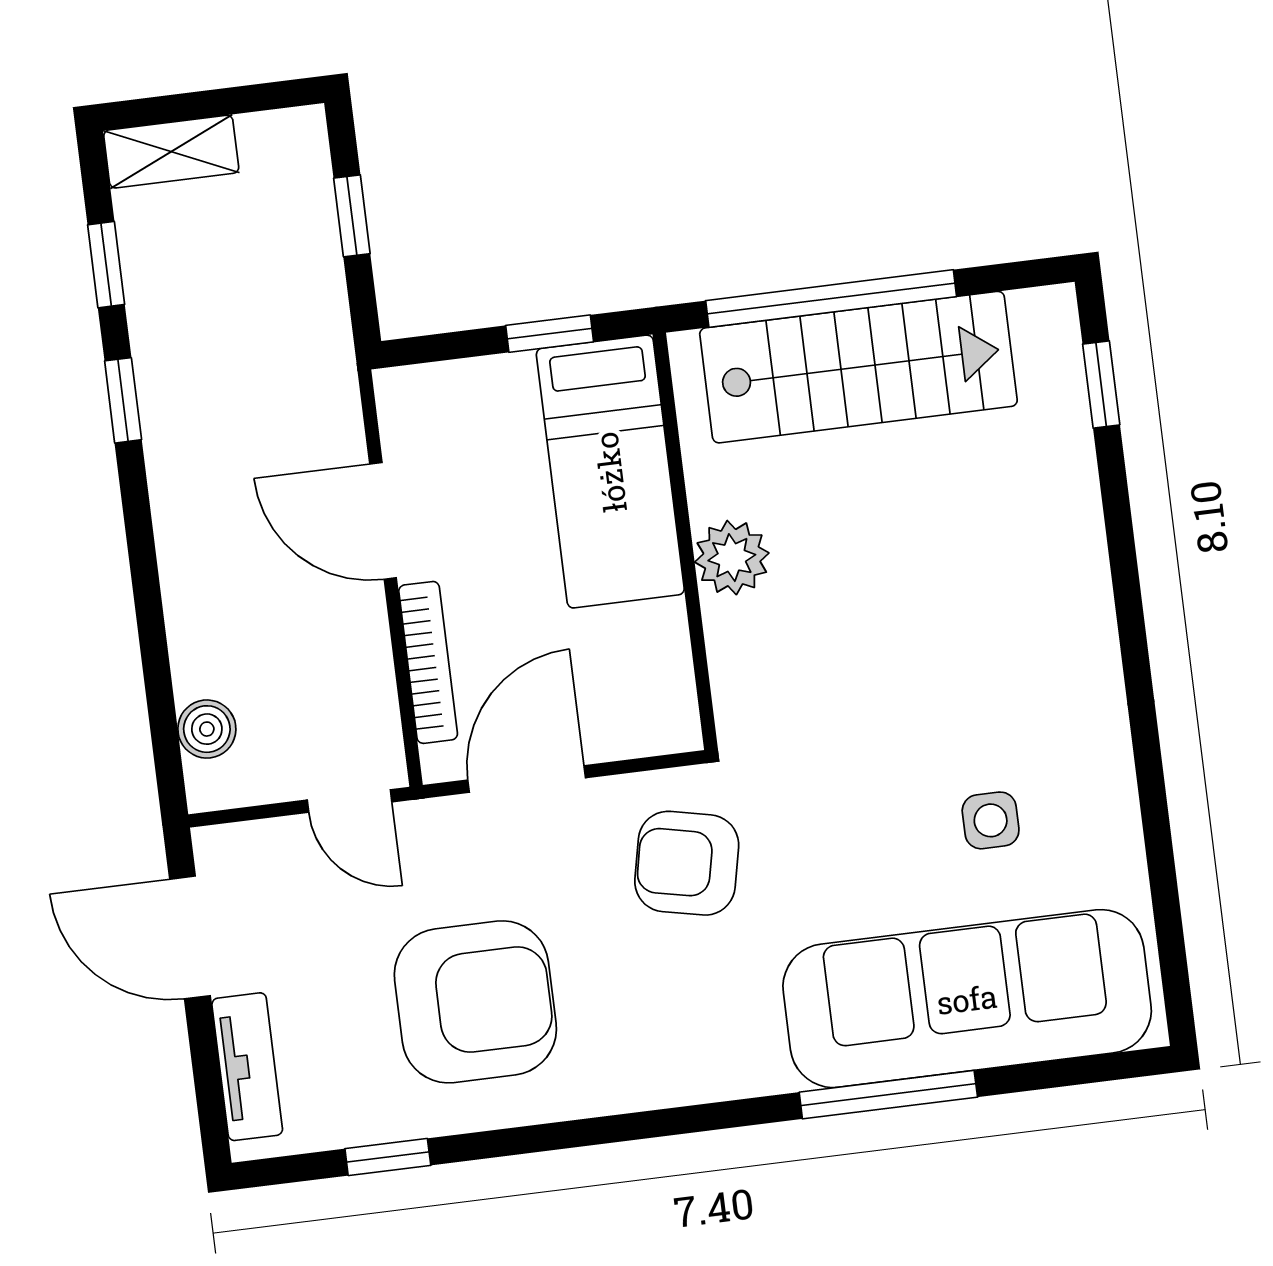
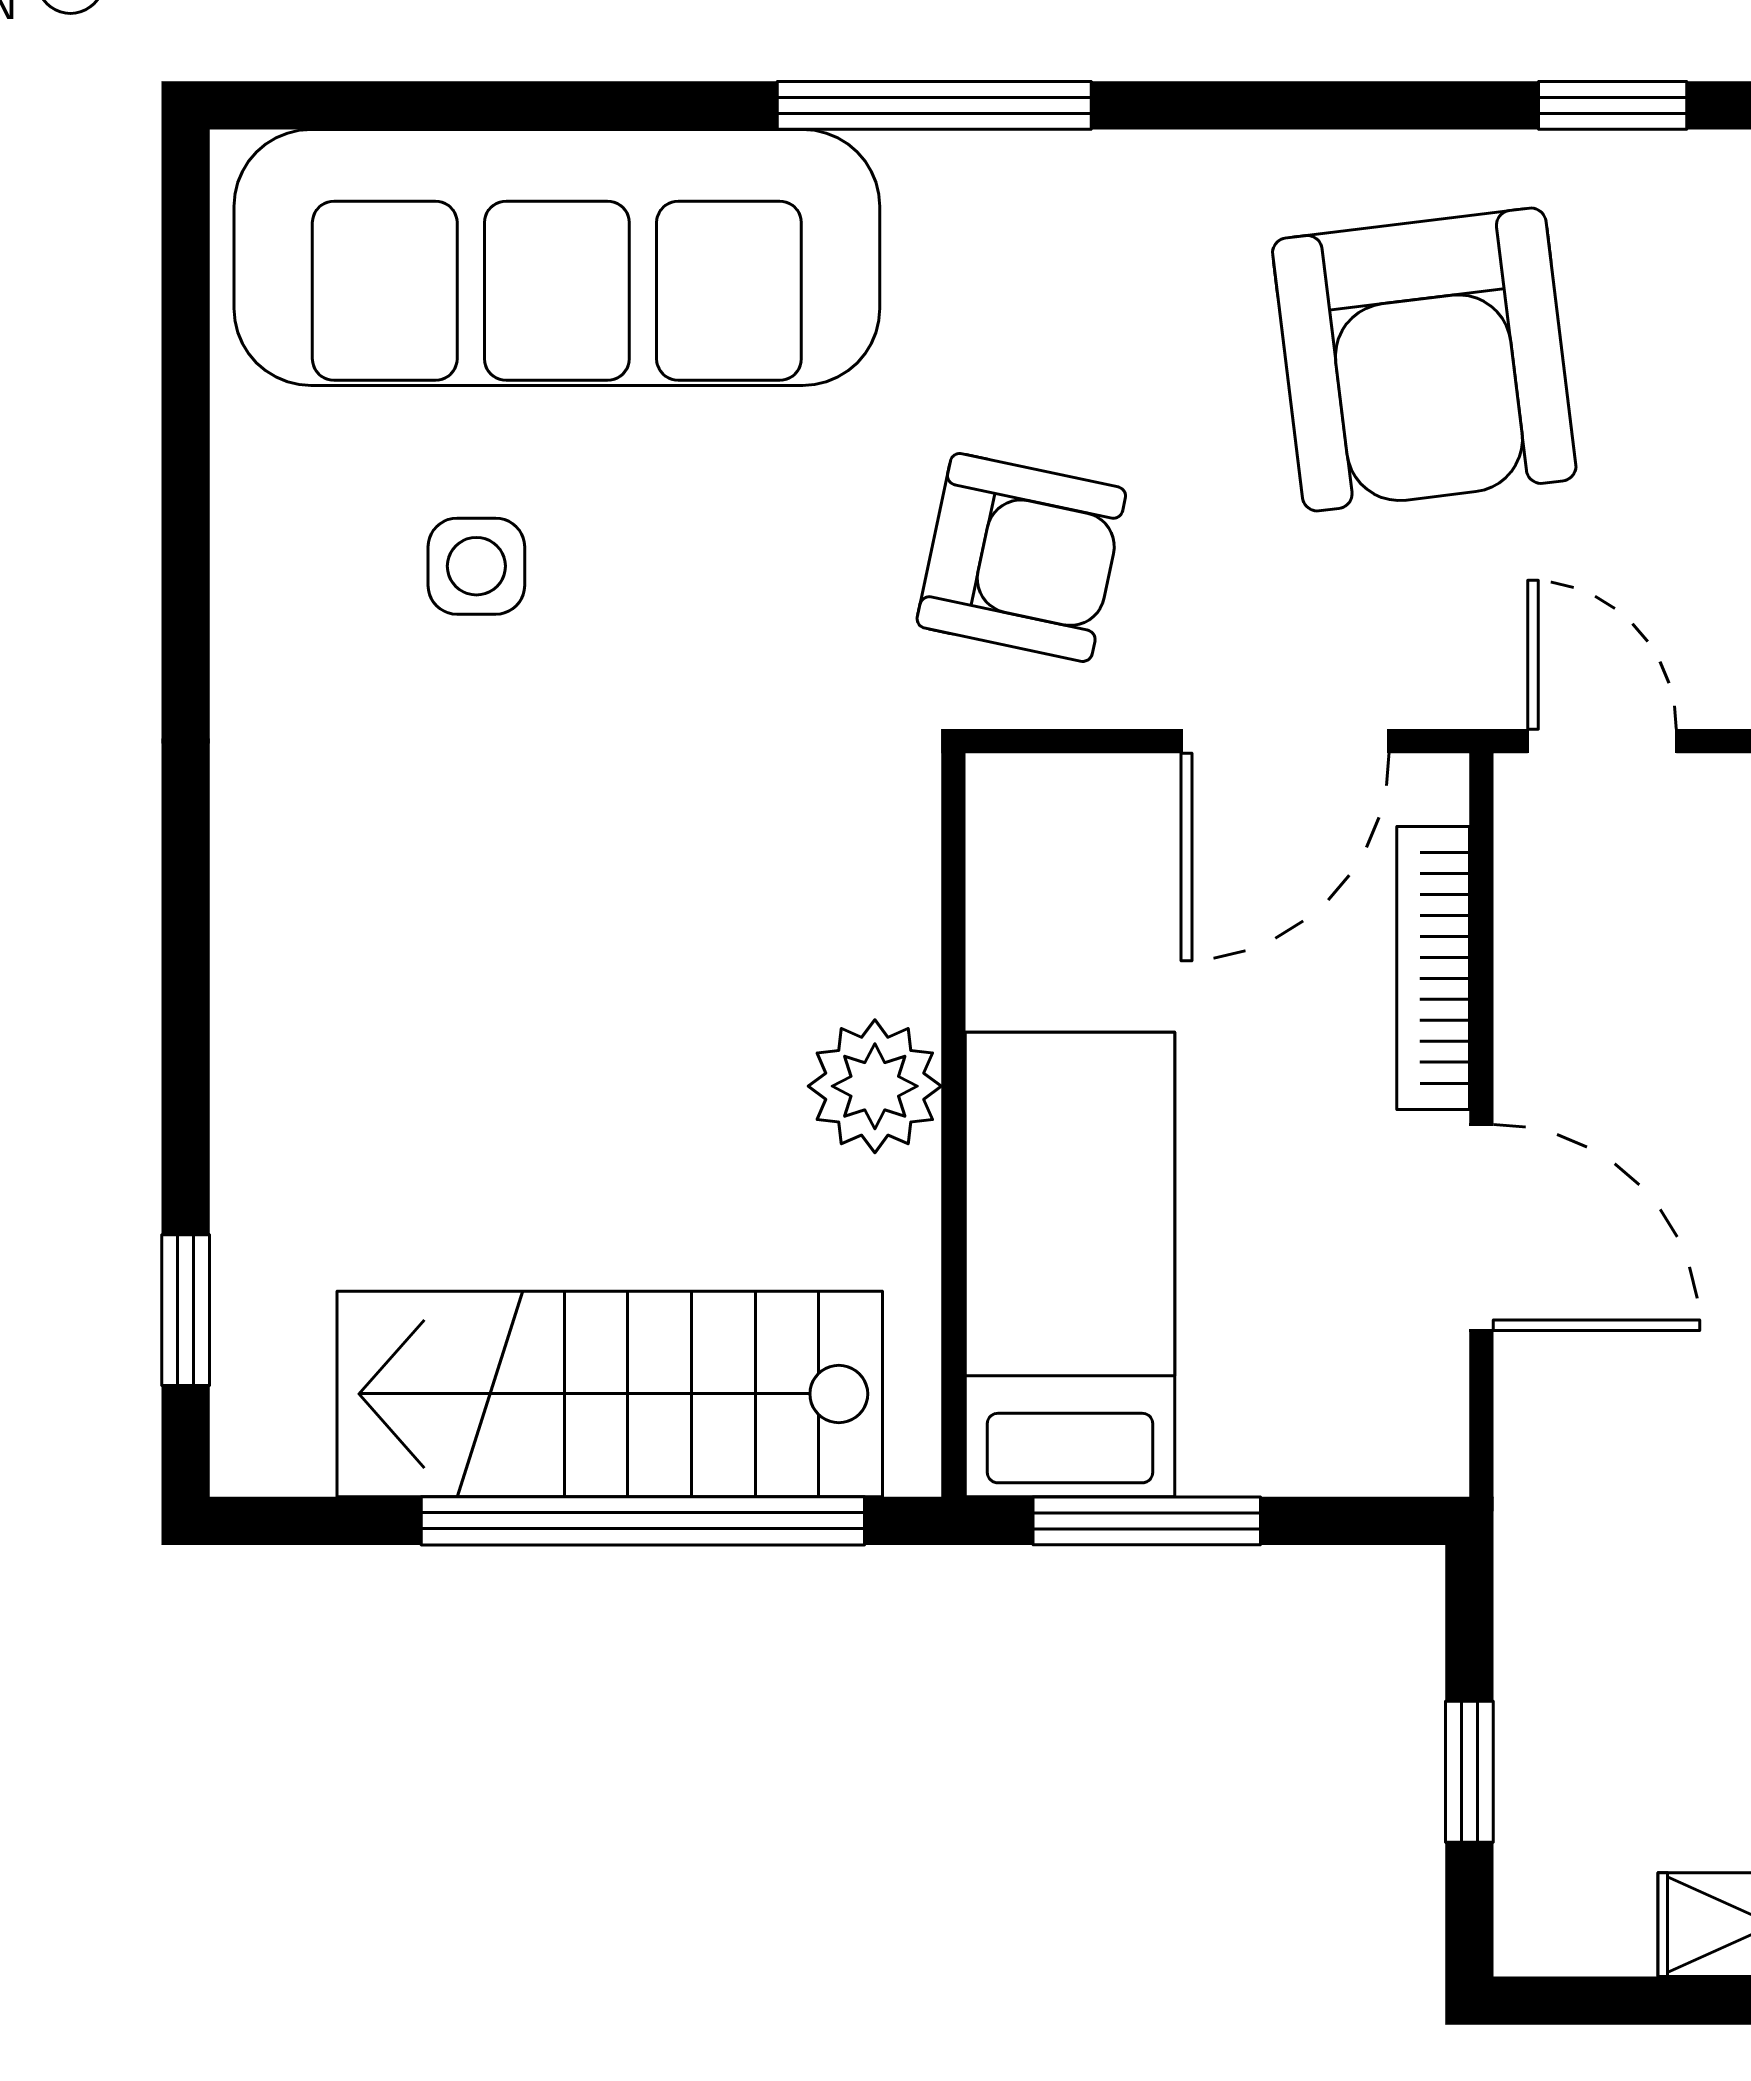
window: (550, 334) -> (1147, 1521), width x1.50
armchair: (475, 1002) -> (1424, 360), turned -97
window: (888, 1095) -> (934, 105), moved

